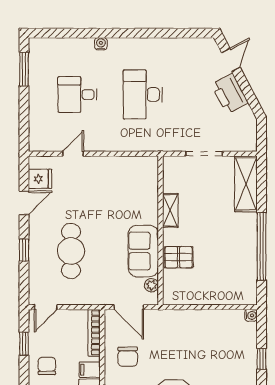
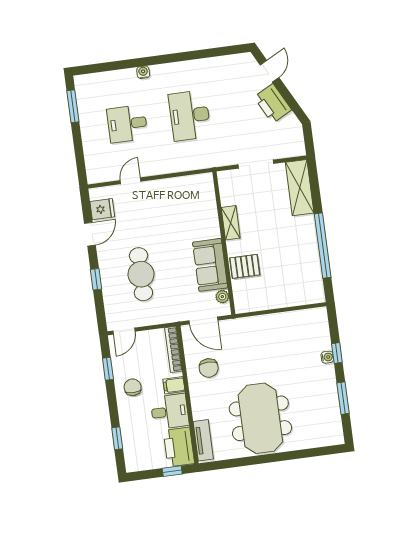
water cooler: (251, 315) -> (327, 357), moved

